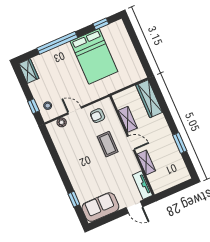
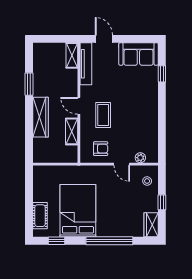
cot: (123, 39) -> (40, 216), added
wardrobe: (149, 99) -> (41, 117), moved
window: (33, 106) -> (162, 202), moved
shelving: (146, 163) -> (72, 55), moved
tv unit: (142, 185) -> (86, 64), width x1.41

